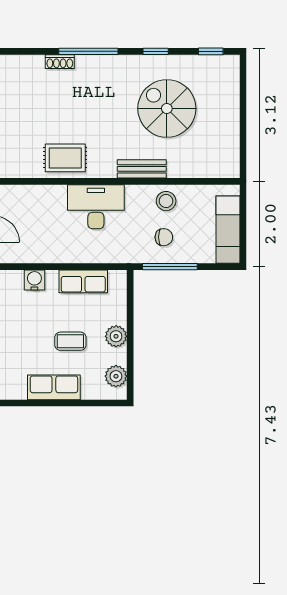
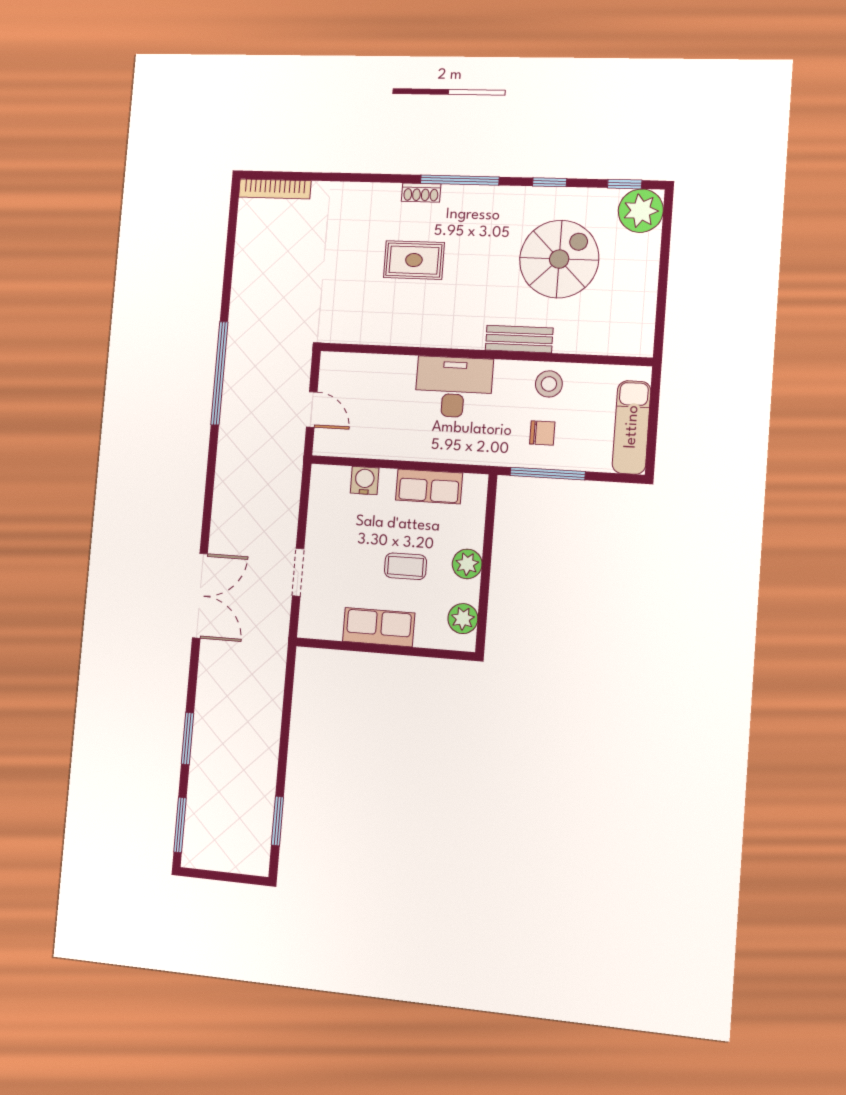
plant: (224, 71) -> (641, 211), added
spiral stairs: (167, 108) -> (559, 259), turned 90
rug: (65, 158) -> (414, 260), moved

